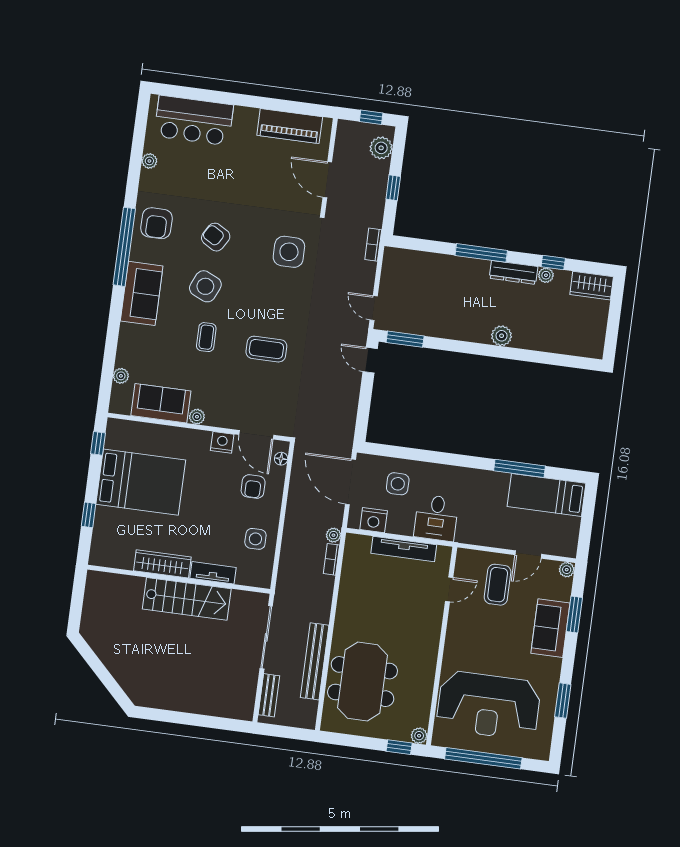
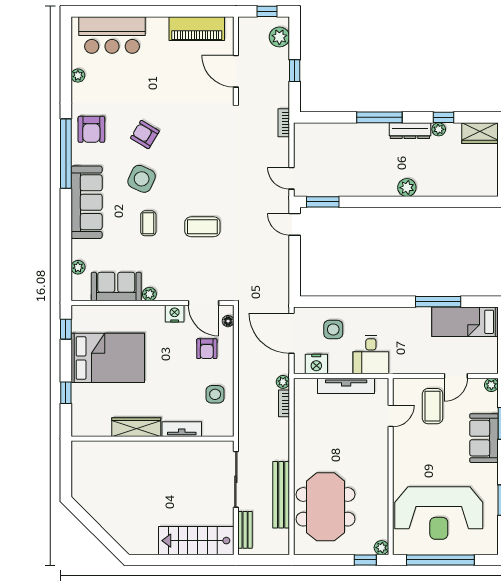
side table: (289, 252) -> (211, 139), removed
sofa: (142, 293) -> (87, 202), width x1.36
stairs: (187, 599) -> (196, 541), moved, turned 180

